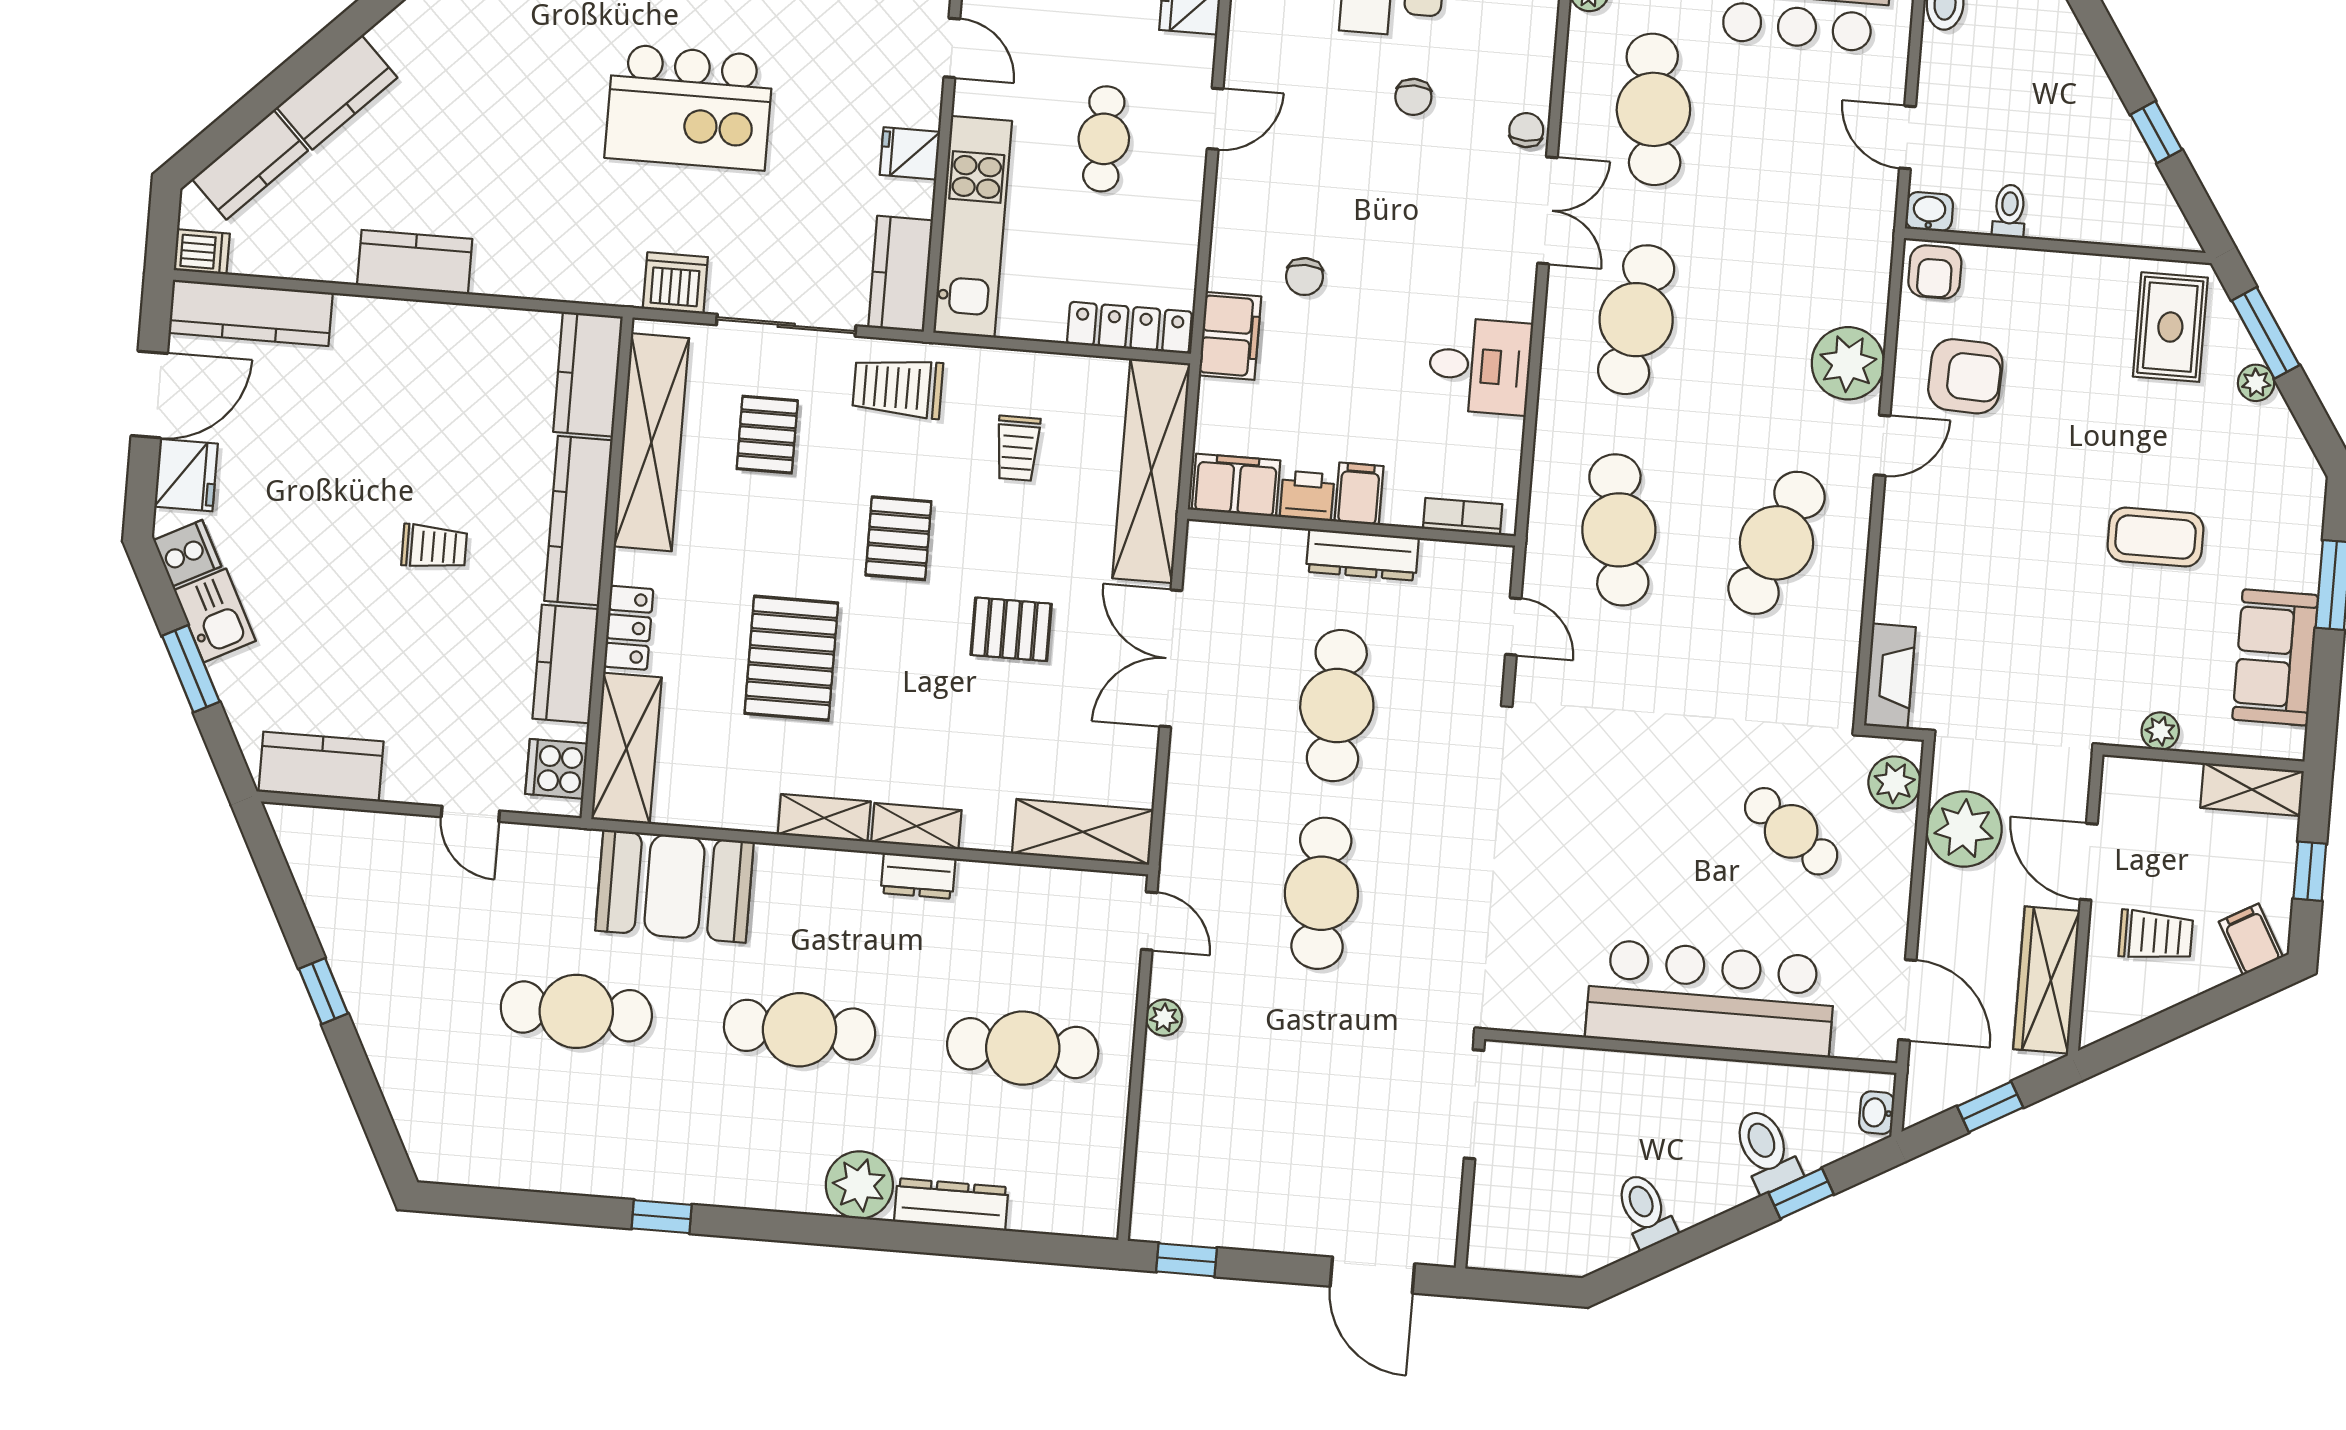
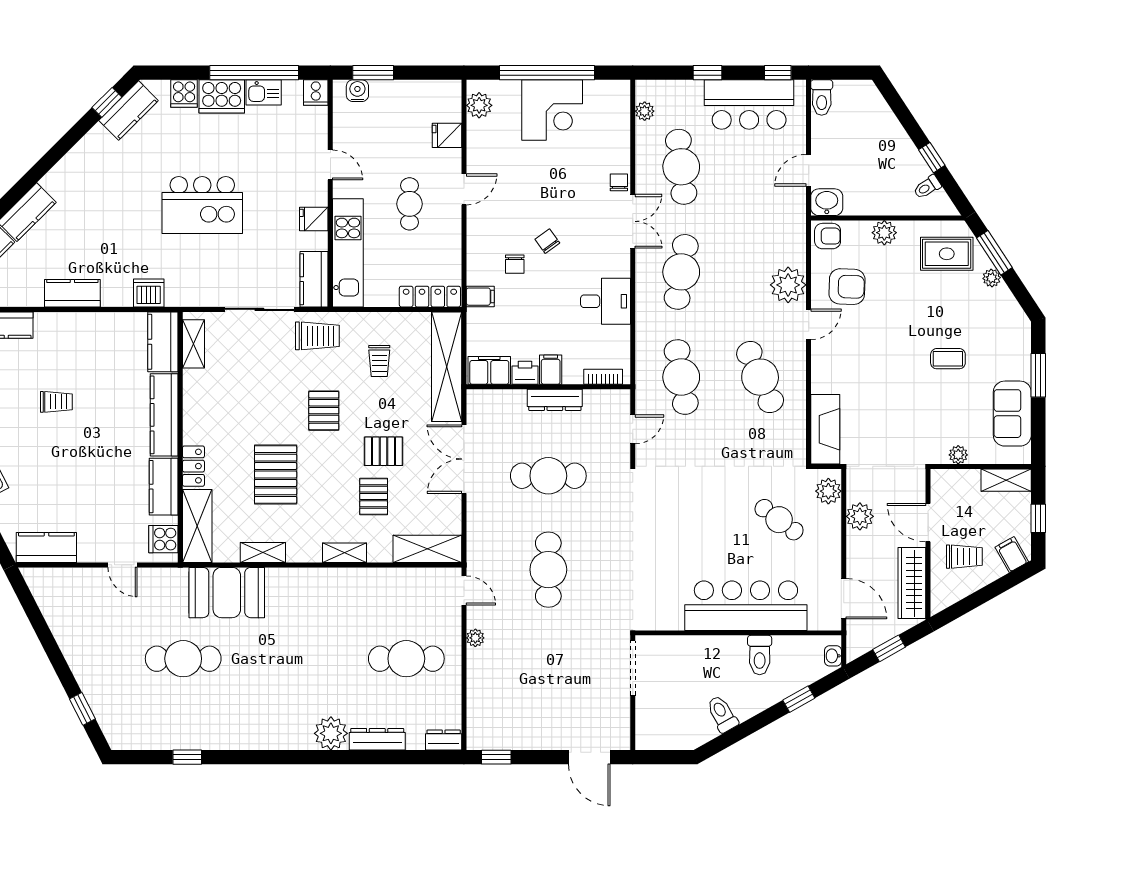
chair: (1413, 97) -> (547, 241), moved, turned 144
door: (1908, 137) -> (809, 170), hinge flipped
toilet: (2009, 211) -> (927, 187), moved, turned -123
washbasin: (1929, 212) -> (827, 202), width x1.38, depth x1.45
armchair: (1935, 272) -> (828, 236), turned -90
plant: (2049, 275) -> (884, 233), added
dishwasher: (675, 283) -> (149, 293), moved
rug: (2170, 327) -> (947, 254), turned 90
filing cabinet: (1230, 336) -> (480, 297), width x0.50
trolley: (898, 388) -> (317, 336), turned 180
pallet: (767, 435) -> (374, 496), moved
shelving: (651, 442) -> (194, 344), width x0.45, depth x0.75
coffee table: (2155, 537) -> (948, 359), width x0.73, depth x0.77
cafe table: (1777, 543) -> (760, 377), turned -45
trolley: (434, 547) -> (56, 402), moved
door: (1513, 627) -> (633, 429), hinge flipped
fireplace: (1890, 676) -> (825, 429), width x1.37, depth x1.32
cafe table: (1337, 706) -> (548, 476), turned 90
shelving: (824, 818) -> (263, 552), moved
plant: (1964, 829) -> (860, 516), width x0.73, depth x0.73
dresser: (918, 876) -> (444, 740), moved, turned 180
window: (323, 991) -> (82, 709), moved
cafe table: (800, 1030) -> (295, 659), removed
toilet: (1766, 1150) -> (760, 655), moved, turned -151
window: (662, 1217) -> (187, 757), moved

